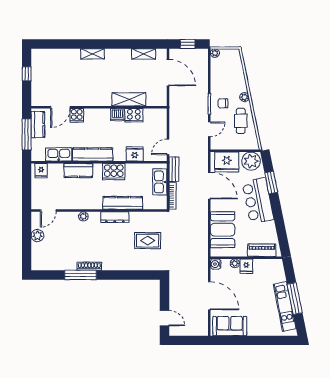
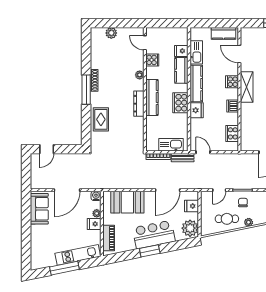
shelving: (129, 99) -> (247, 87), moved
cooker: (77, 115) -> (232, 82), moved
cooker: (134, 115) -> (232, 133), moved
door: (209, 129) -> (219, 190), hinge flipped
window: (27, 134) -> (215, 23), removed
fridge: (135, 154) -> (197, 110), moved
fridge: (227, 162) -> (192, 206), width x0.53, depth x0.75
fridge: (41, 171) -> (181, 51), moved
window: (271, 183) -> (150, 251), moved
cooker: (67, 202) -> (152, 60), added
kitchen counter: (123, 203) -> (152, 97), moved
plant: (37, 236) -> (111, 33), moved
rug: (148, 241) -> (101, 119), moved
window: (80, 275) -> (86, 90), moved
kitchen unit: (285, 306) -> (78, 255), moved

